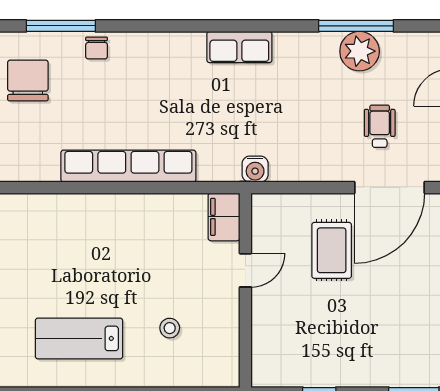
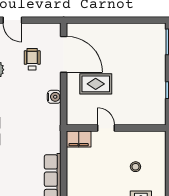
wheelchair: (380, 126) -> (32, 59), turned 90
water cooler: (255, 169) -> (54, 97), moved

